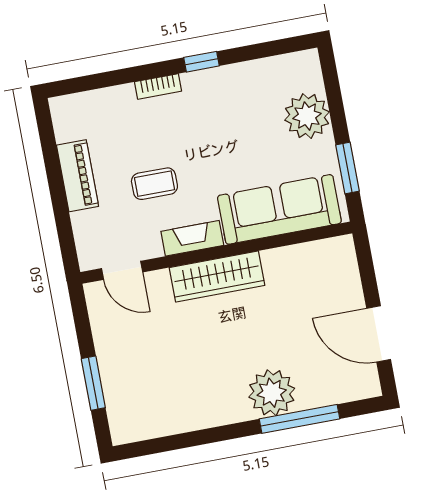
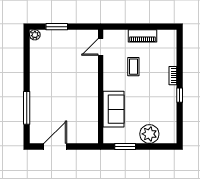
sofa: (279, 209) -> (113, 109), width x0.73
fireplace: (192, 238) -> (108, 78), removed
wardrobe: (217, 276) -> (91, 85), removed
plant: (272, 393) -> (35, 35), moved, width x0.53, depth x0.53

